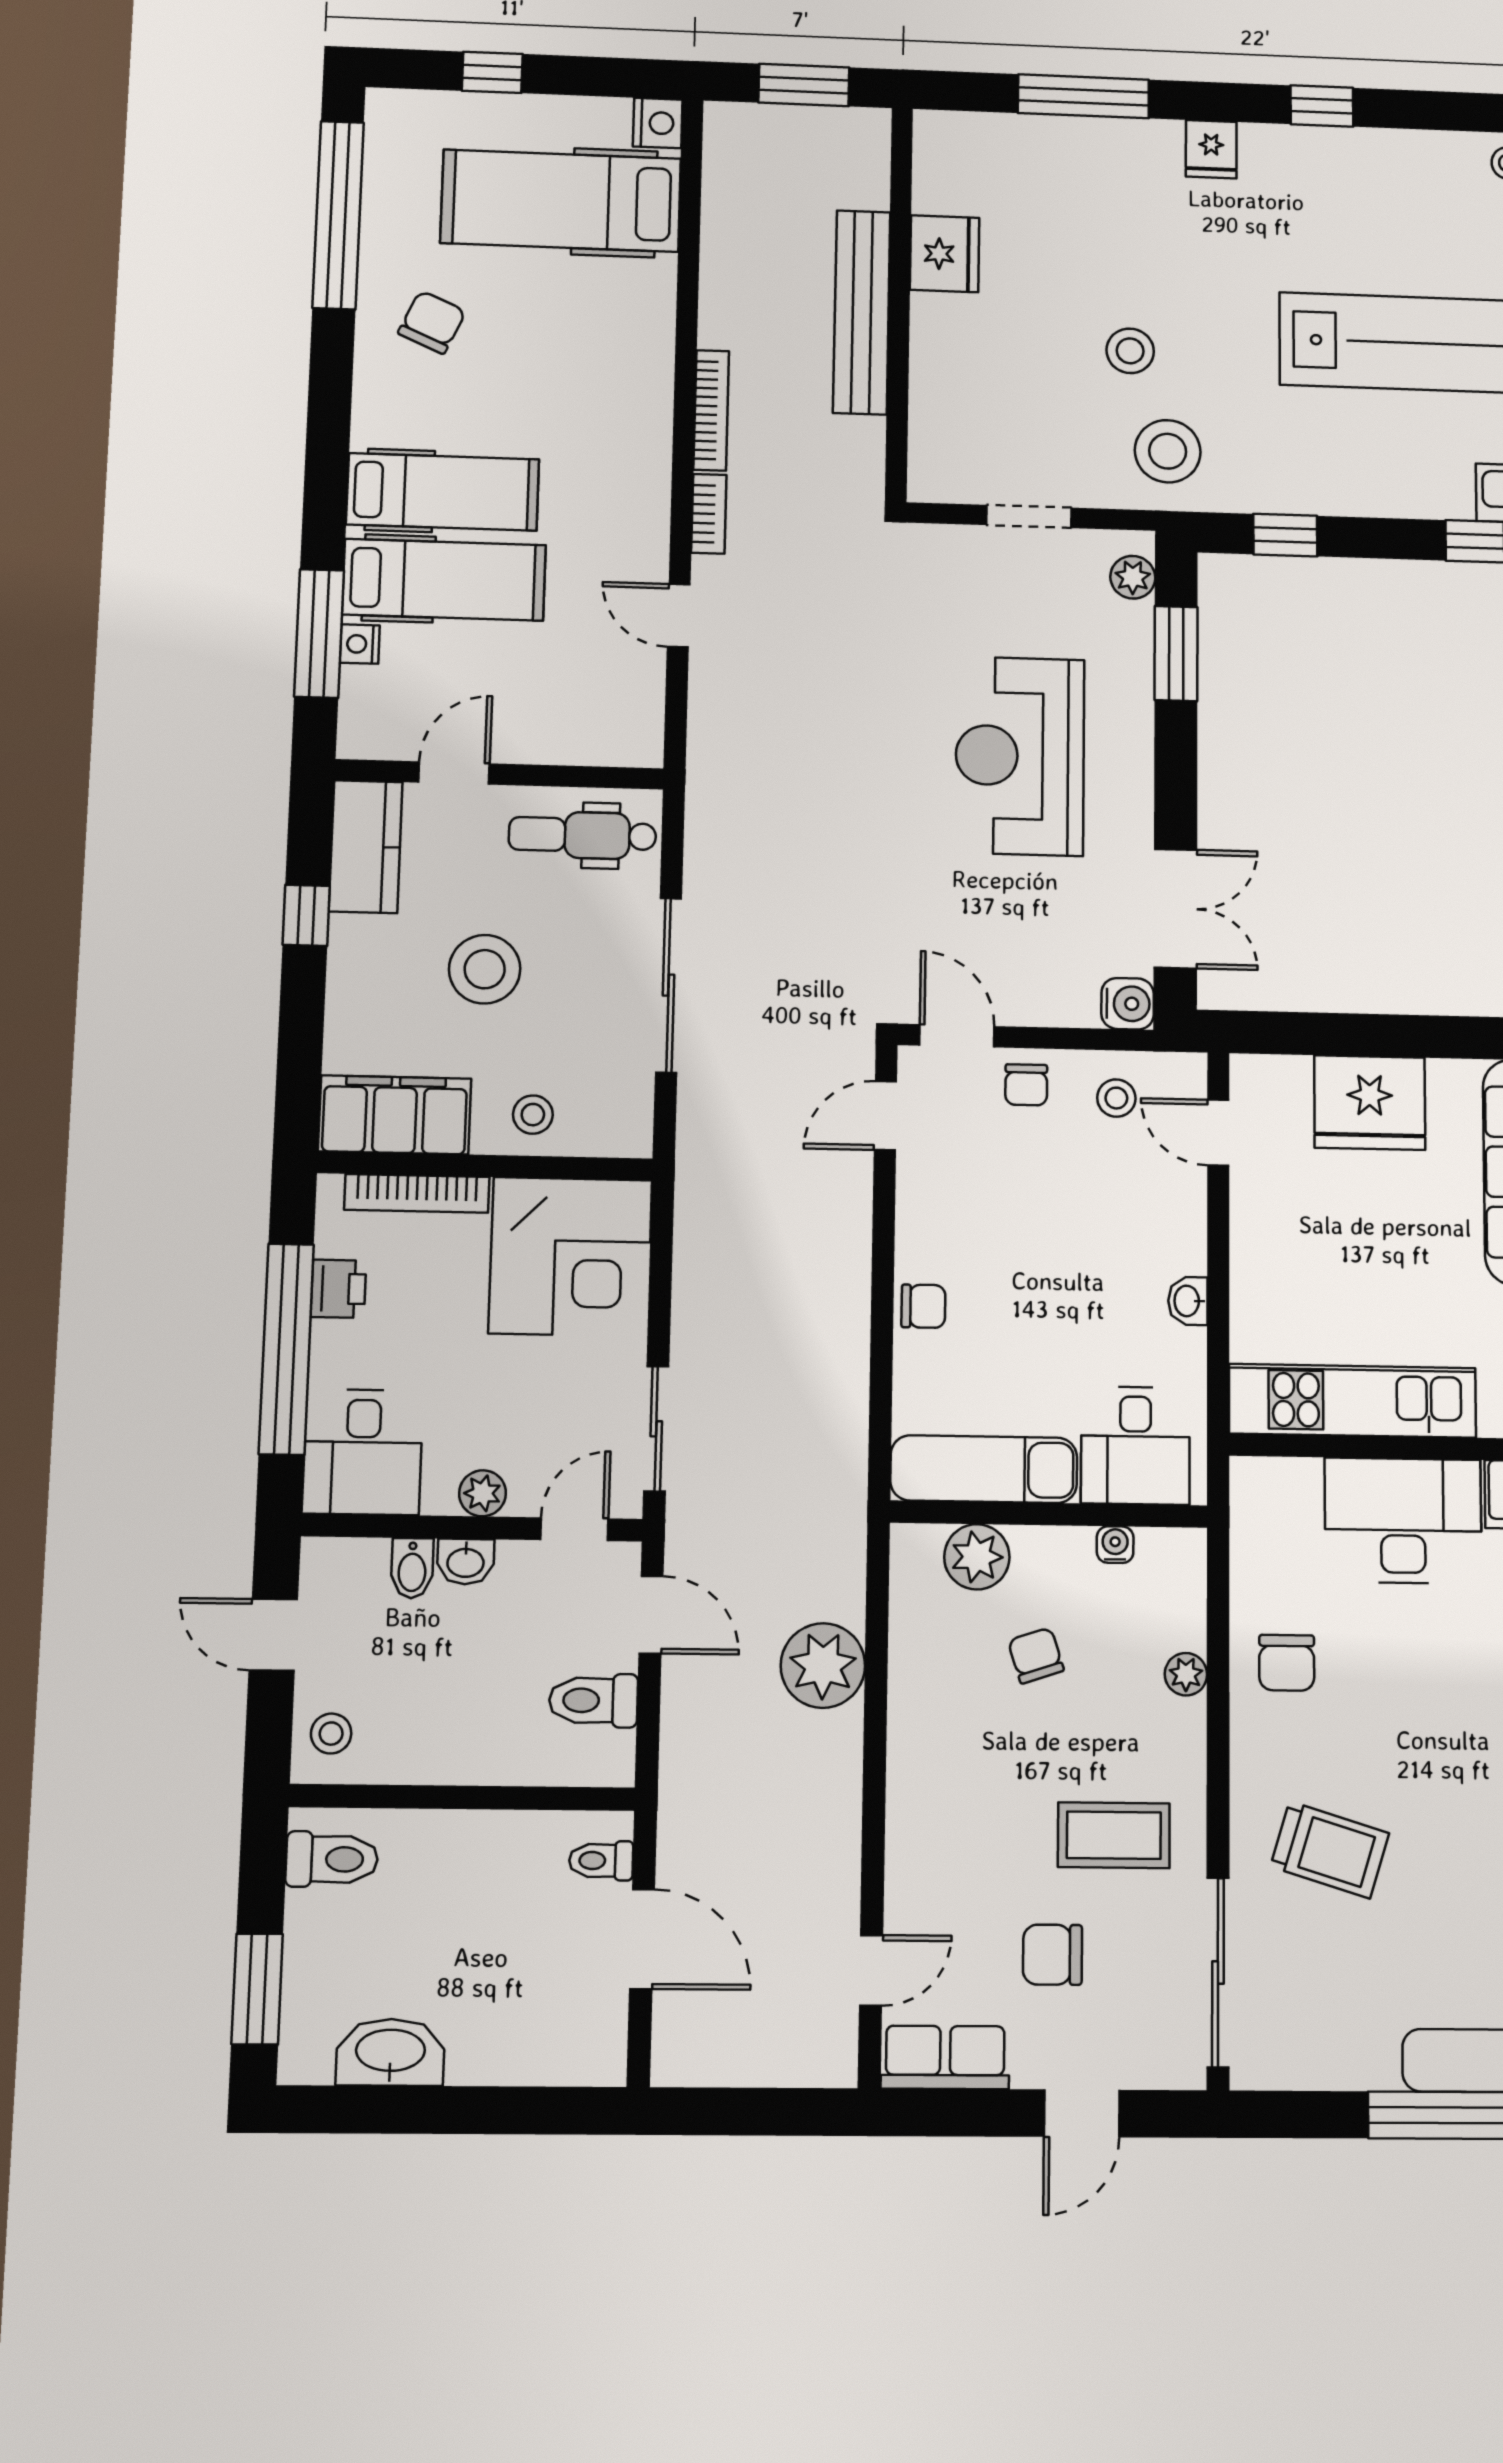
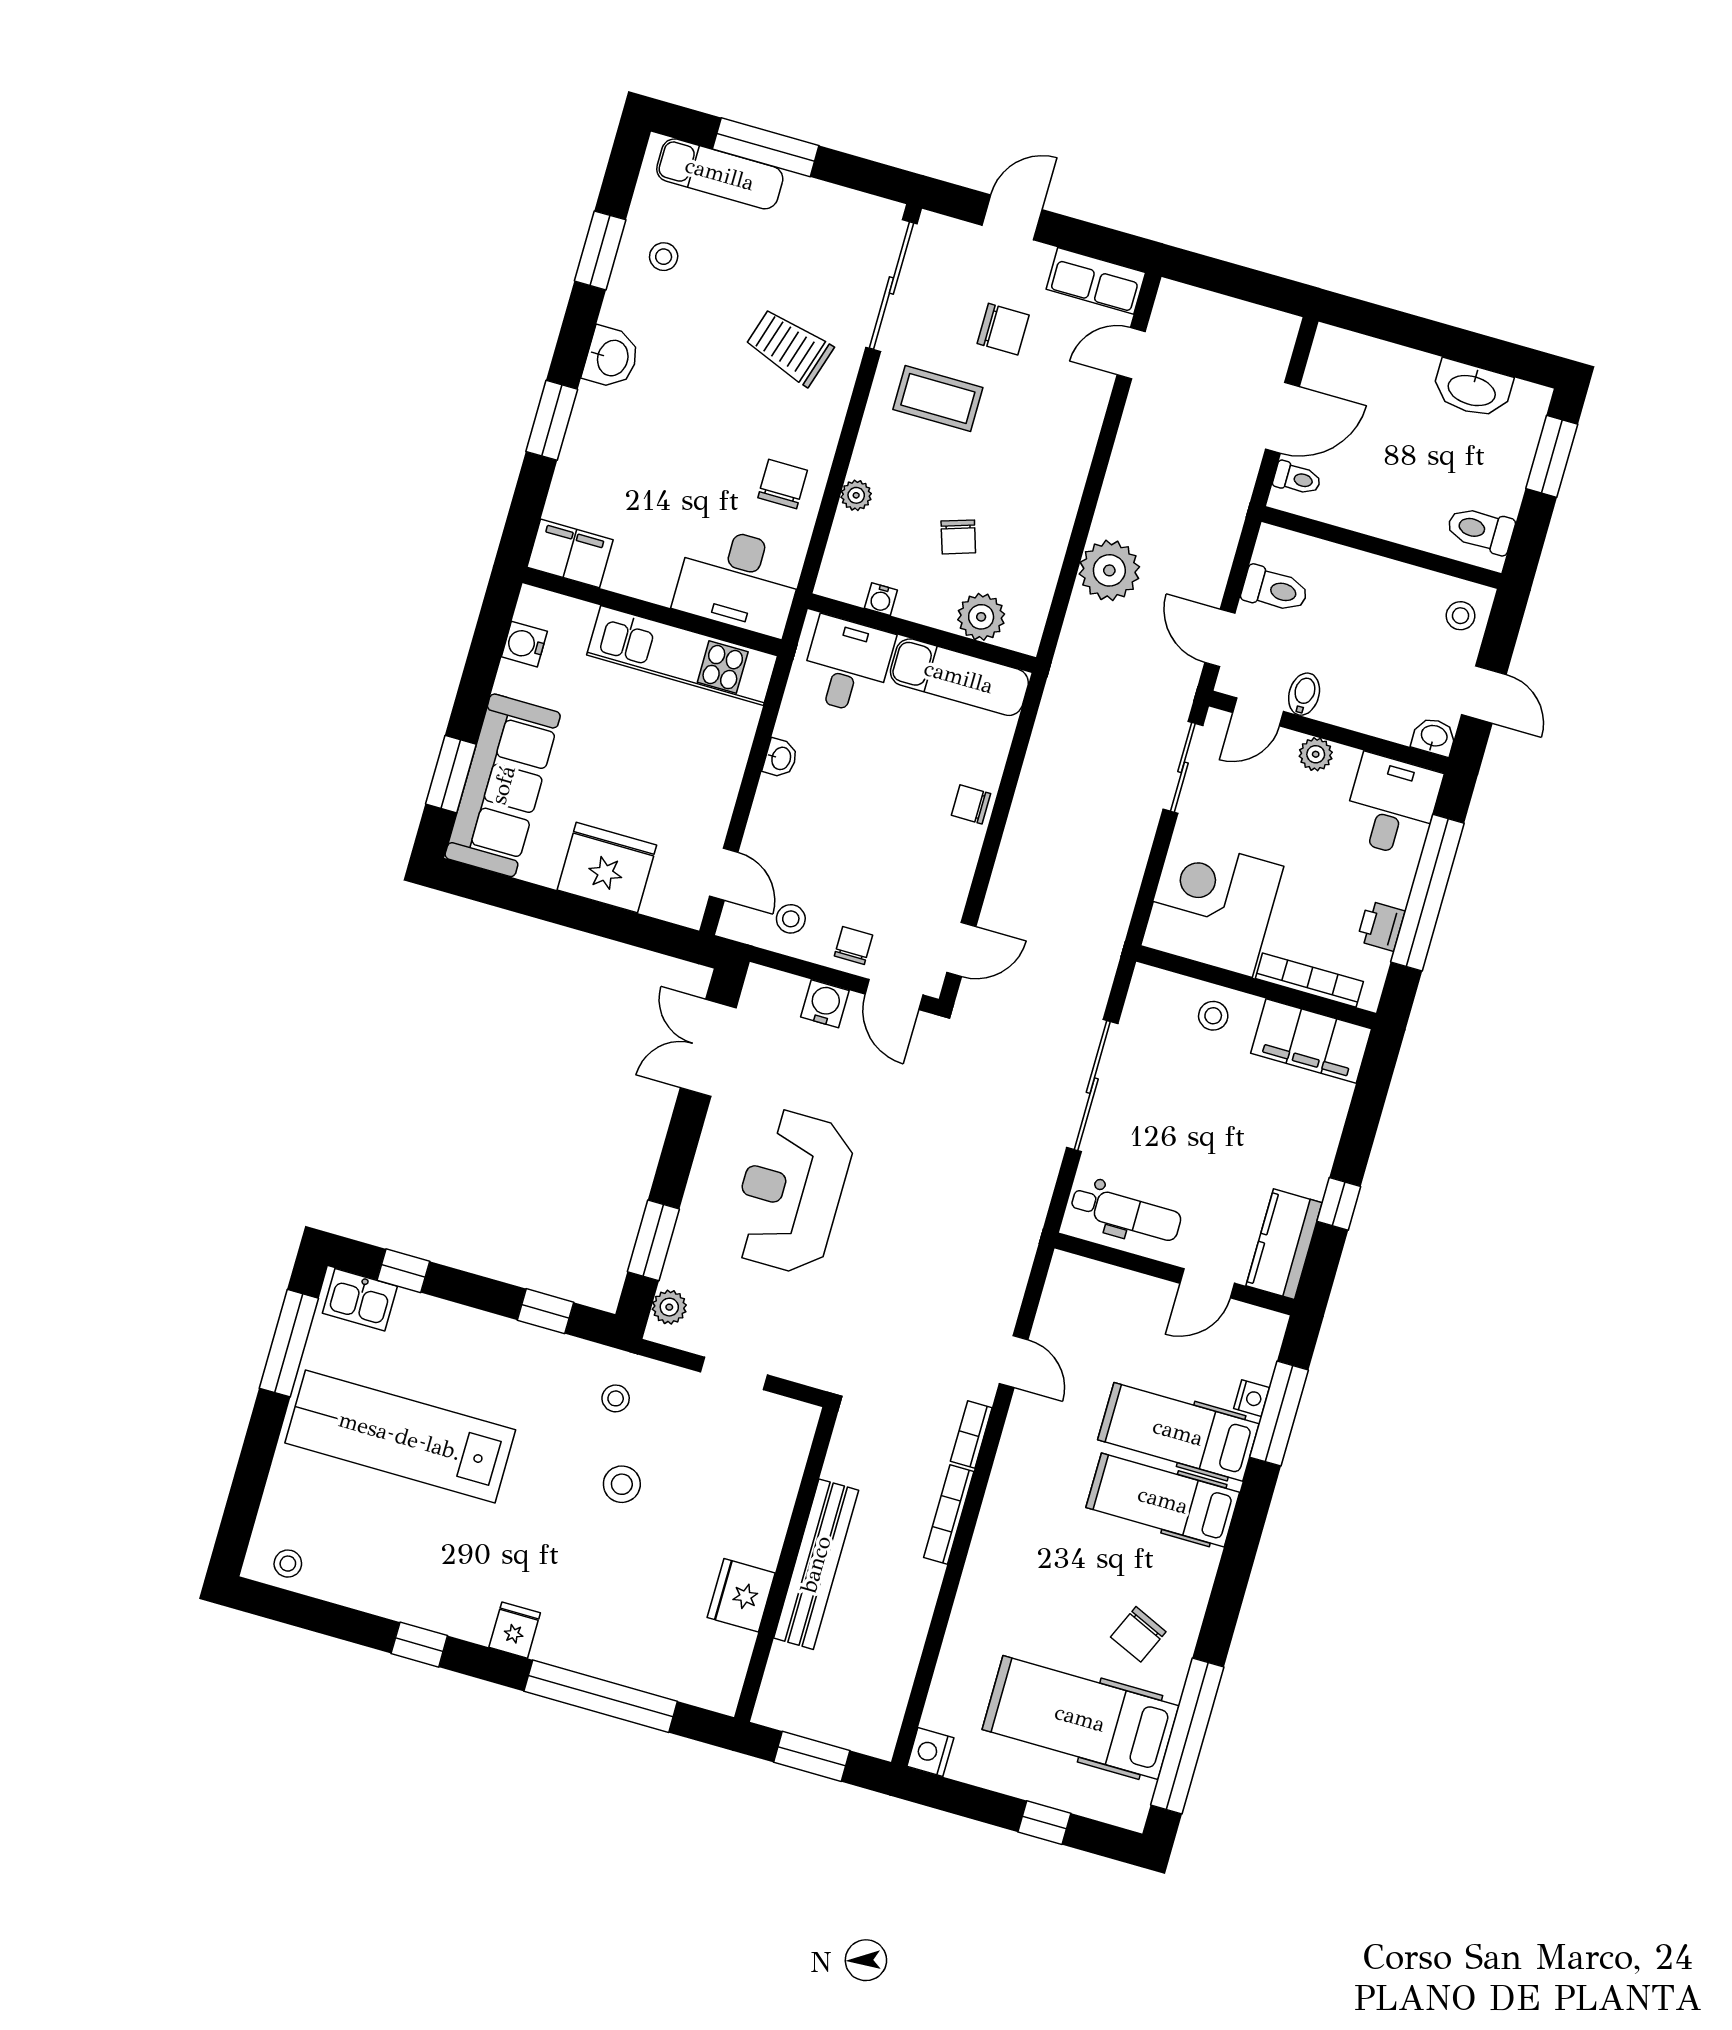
window: (1083, 96) -> (601, 1696), width x1.46
hospital bed: (561, 201) -> (1080, 1718), moved, turned 180
stool: (1168, 451) -> (616, 1398), width x0.53, depth x0.53
reception desk: (1020, 756) -> (791, 1192), turned 180
stool: (485, 969) -> (1221, 1131), removed
water cooler: (1128, 1004) -> (825, 1004), moved, turned 90
desk: (1403, 1521) -> (739, 580), moved
washbasin: (466, 1562) -> (1434, 737), moved
bidet: (412, 1568) -> (1304, 694), moved
door: (642, 1939) -> (1283, 418), swing flipped

